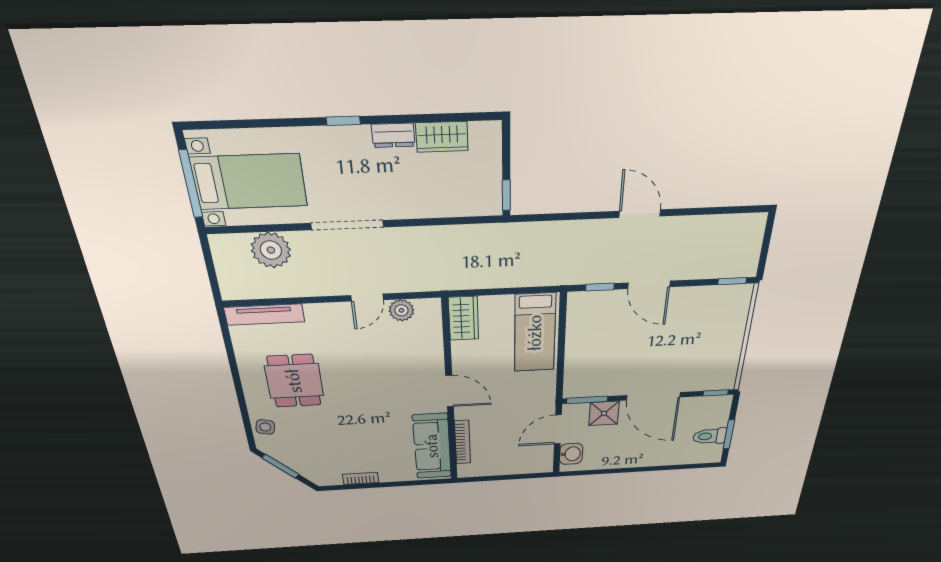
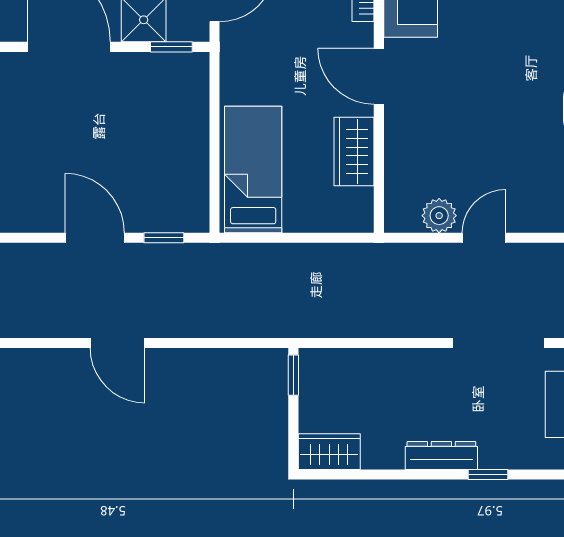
dresser: (393, 135) -> (441, 455), width x1.44
wardrobe: (442, 137) -> (329, 452), moved
wardrobe: (464, 318) -> (354, 152), moved
window: (587, 400) -> (171, 47), width x0.67

